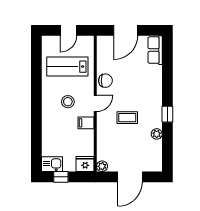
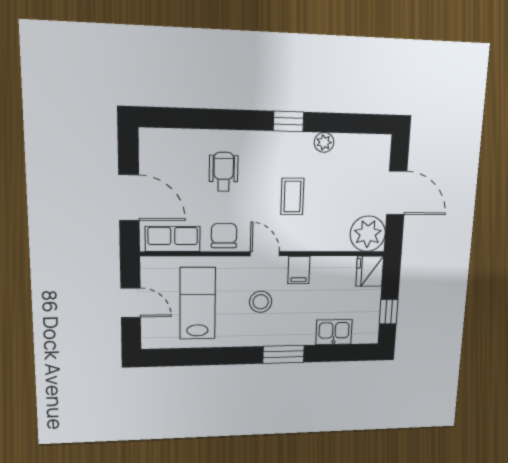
row of seats: (155, 50) -> (173, 239), moved, turned 180
lab bench: (67, 67) -> (198, 303), turned 180
wheelchair: (140, 80) -> (224, 172), added
window: (36, 116) -> (284, 354), added
kitchen sink: (52, 164) -> (334, 332), moved, turned 90
plant: (102, 166) -> (368, 234), width x1.88, depth x1.88

